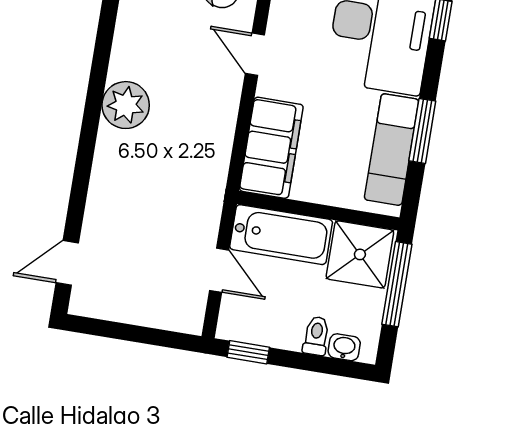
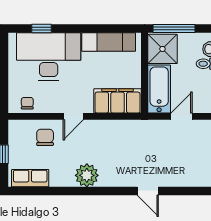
plant: (126, 105) -> (87, 175), moved
window: (422, 131) -> (97, 28), removed
door: (67, 263) -> (148, 191), moved

